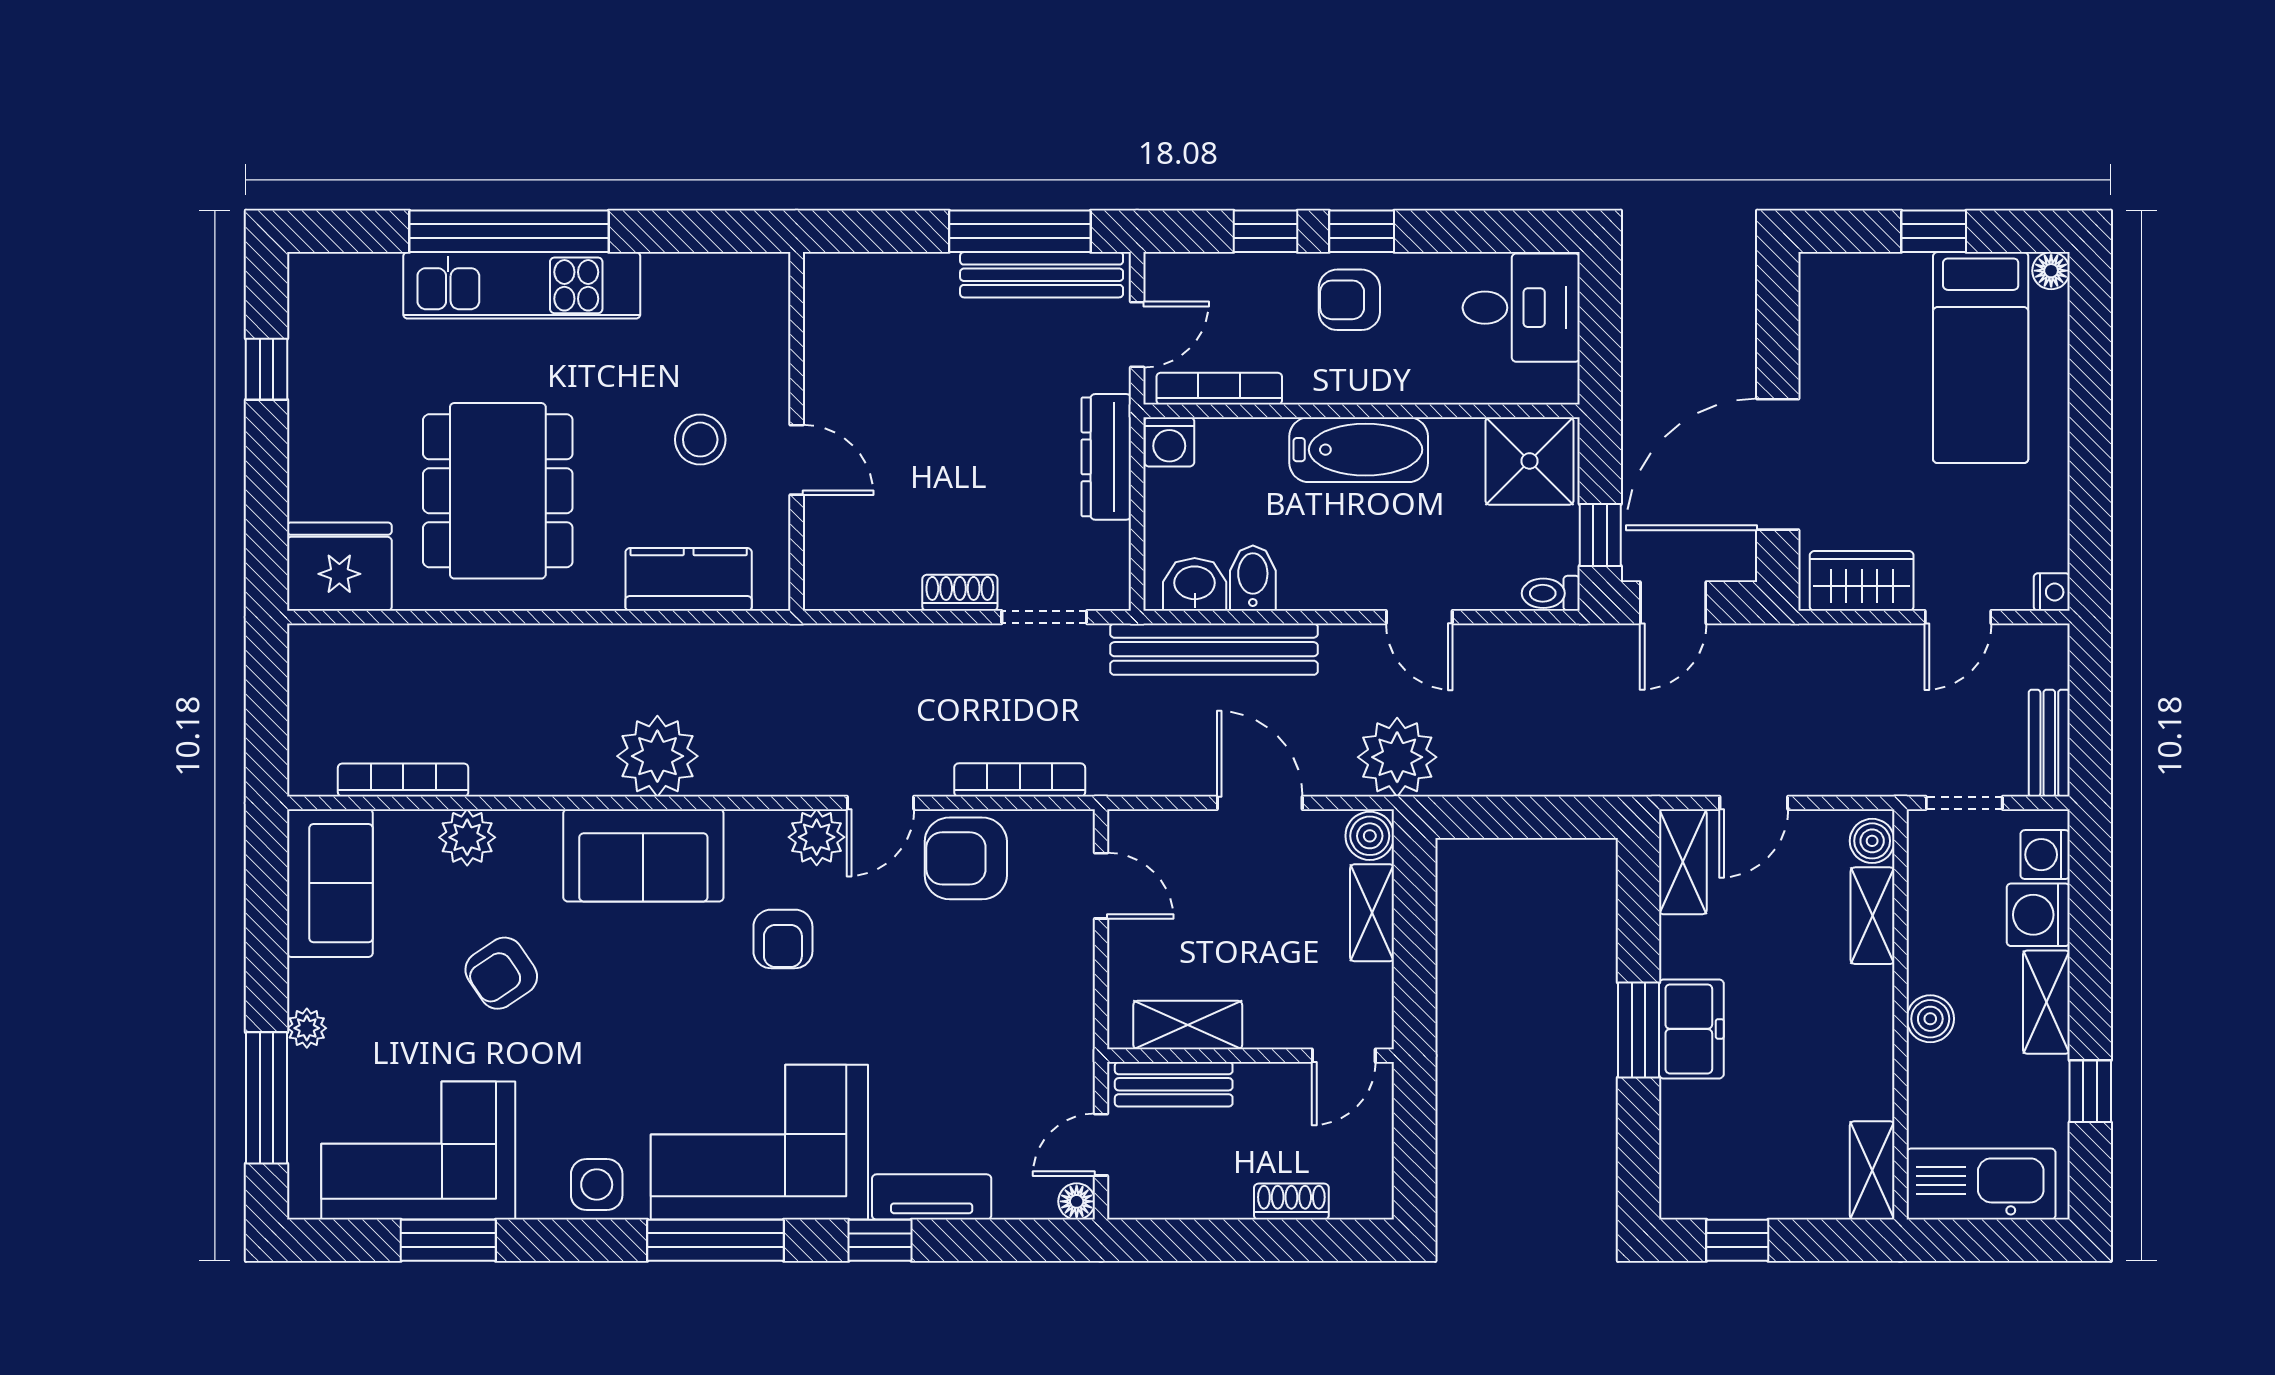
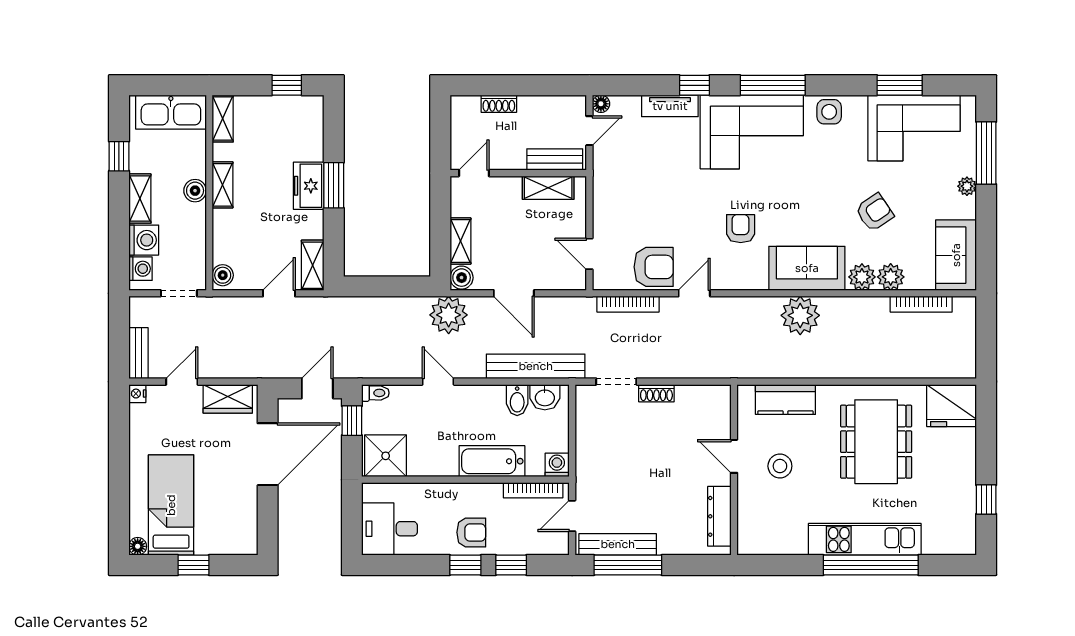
bathtub: (1359, 450) -> (492, 461), moved
dresser: (1106, 457) -> (719, 516), moved, turned 180
bench: (2049, 743) -> (138, 353), moved
plant: (817, 837) -> (862, 277), moved
shelving: (1873, 916) -> (223, 185), moved

